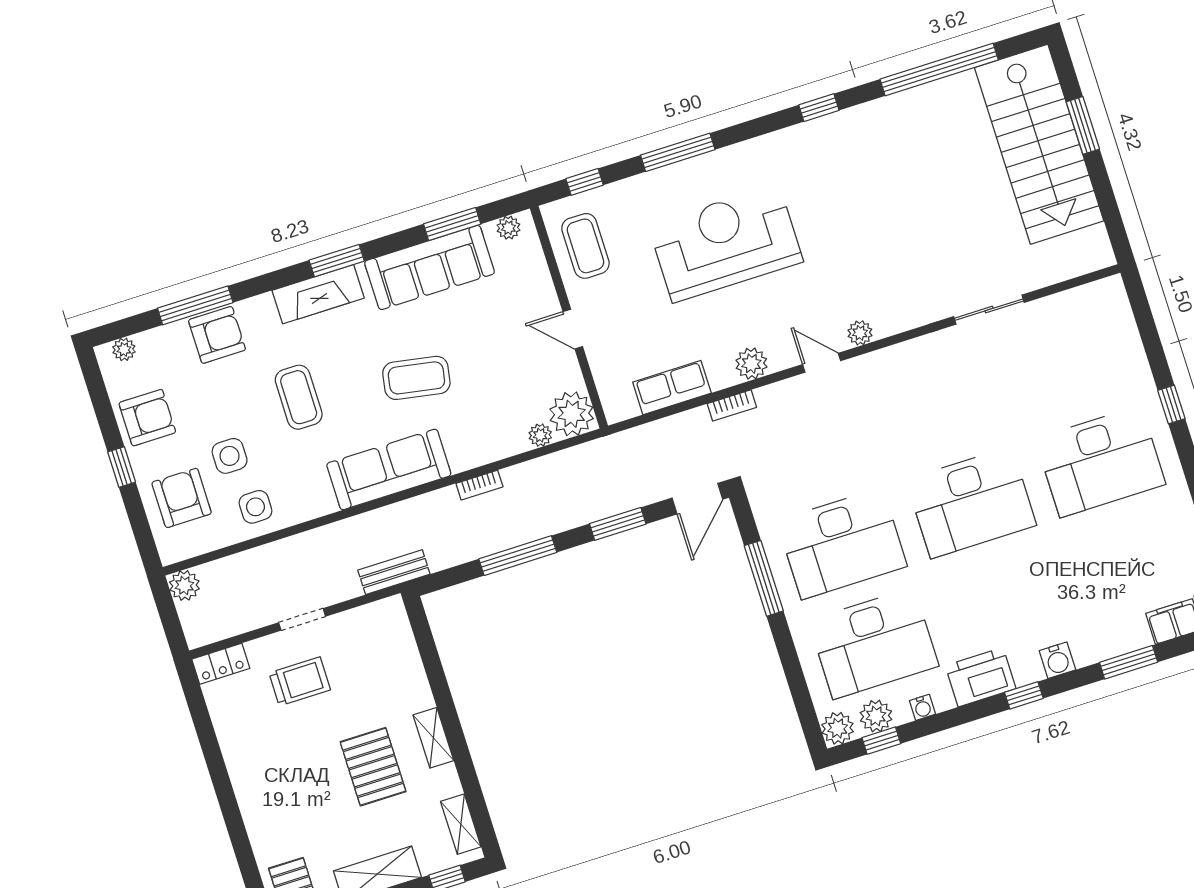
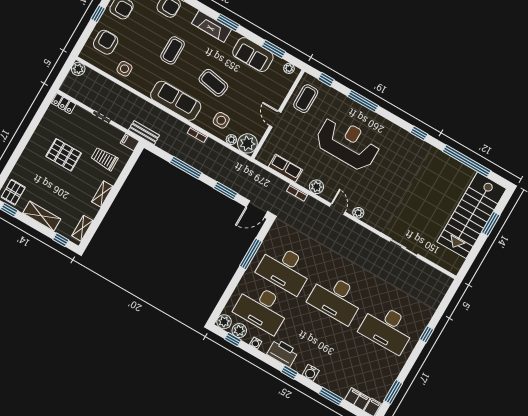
sofa: (430, 267) -> (253, 55), width x0.73
side table: (230, 456) -> (221, 120), moved
filing cabinet: (388, 611) -> (130, 142), added
trolley: (300, 681) -> (104, 159), moved, turned 180
pallet: (373, 767) -> (64, 155), moved, turned 90

